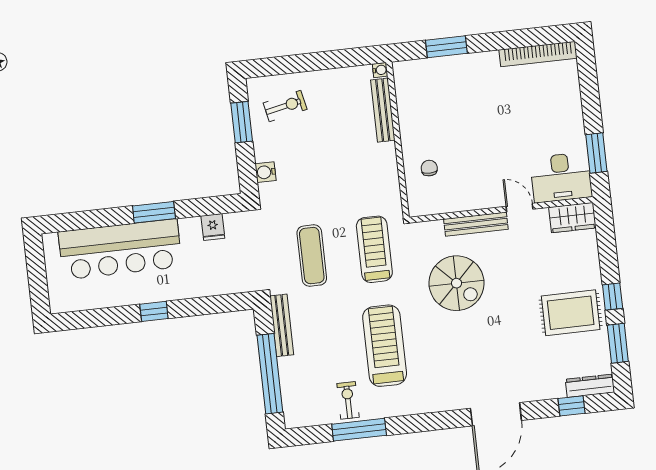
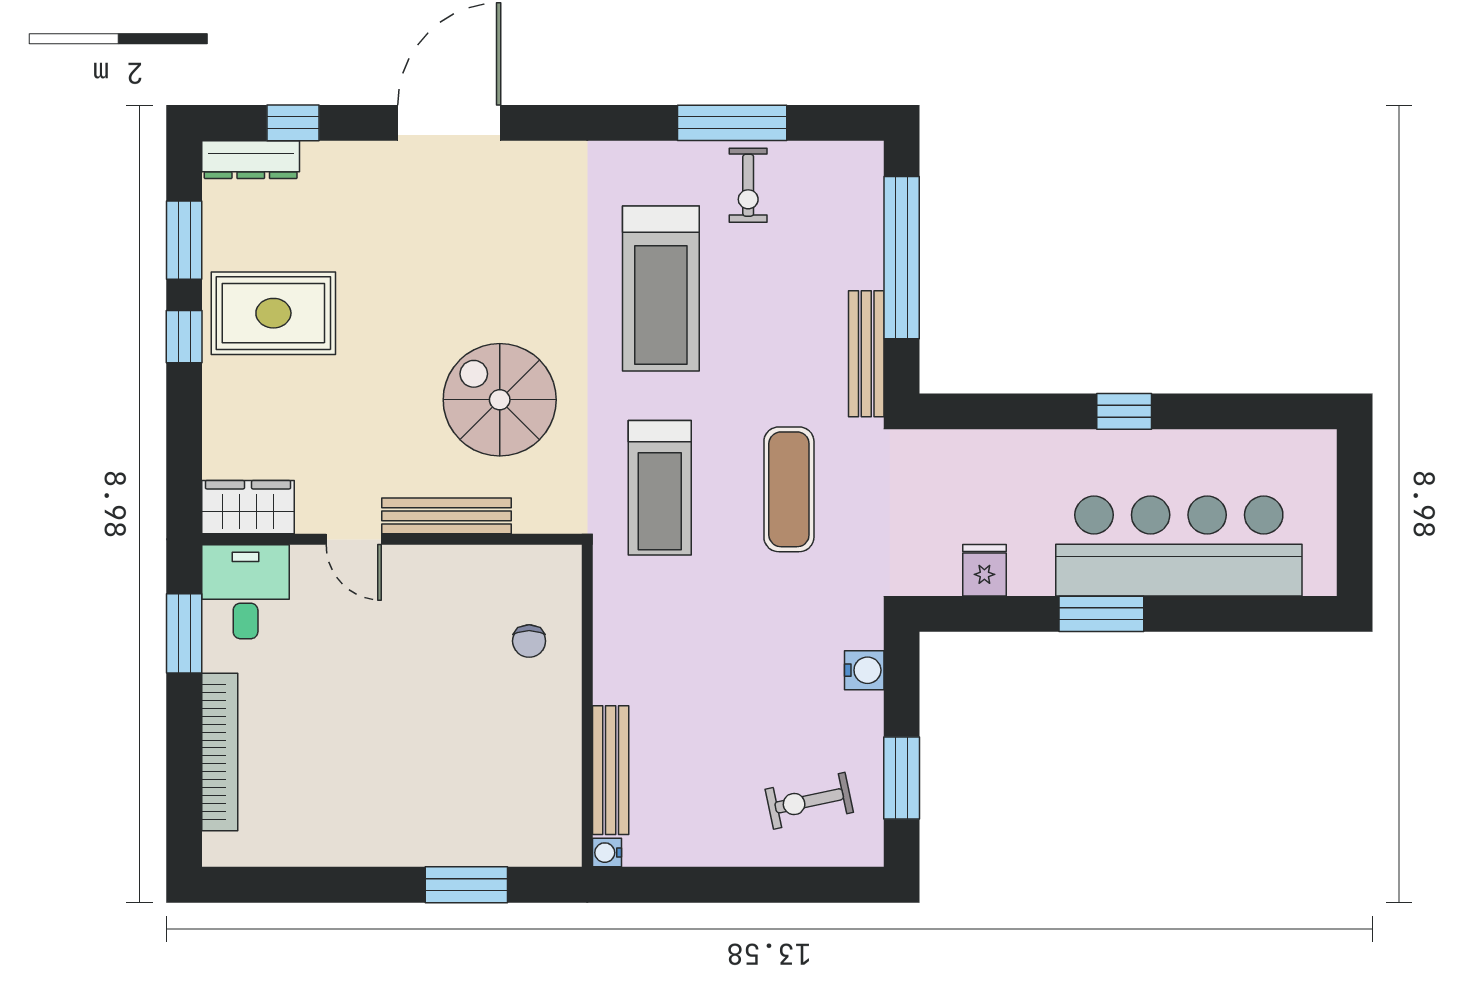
bookcase: (538, 54) -> (220, 752), moved, turned 90
desk: (561, 177) -> (246, 592), width x0.73

